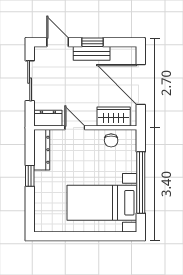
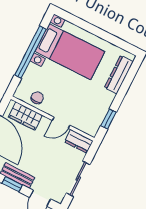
door: (75, 128) -> (61, 123), hinge flipped
dresser: (42, 150) -> (119, 75), moved
window: (30, 176) -> (108, 119), moved

